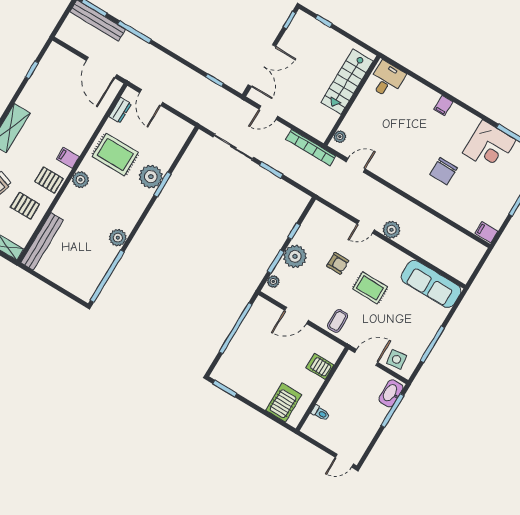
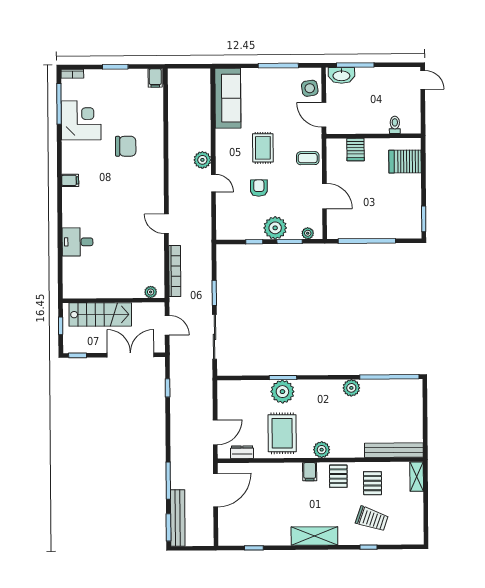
stairs: (347, 82) -> (100, 314), moved
wall: (352, 101) -> (114, 300), moved
plant: (340, 137) -> (151, 292), moved

